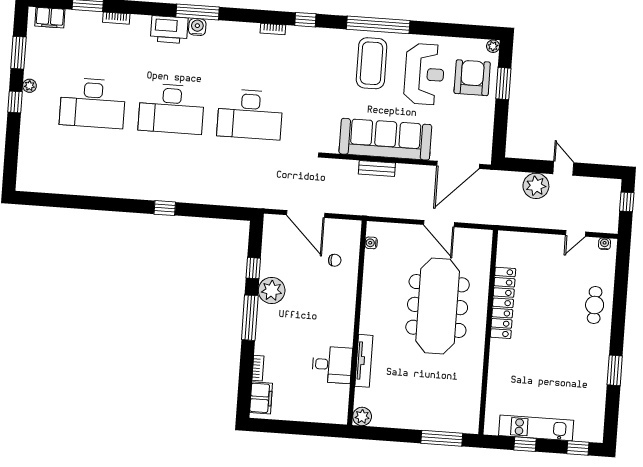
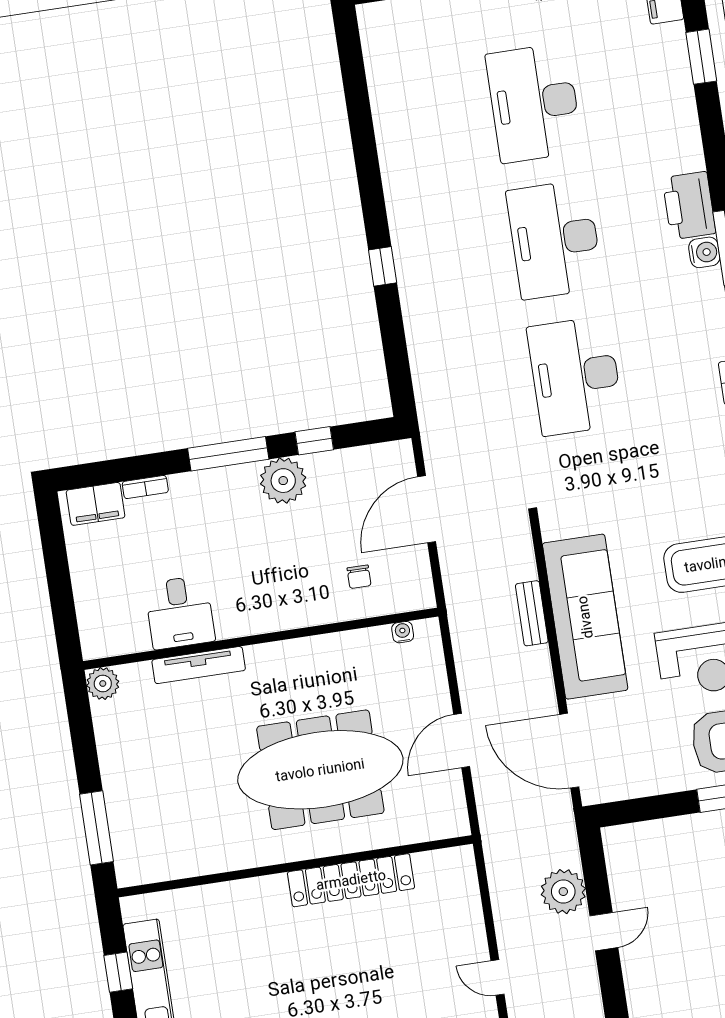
bookcase: (116, 18) -> (688, 111), removed

